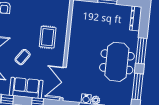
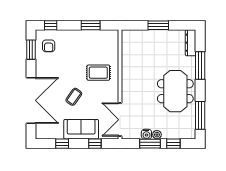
rug: (48, 37) -> (98, 73), turned 90
window: (141, 51) -> (200, 65), moved

